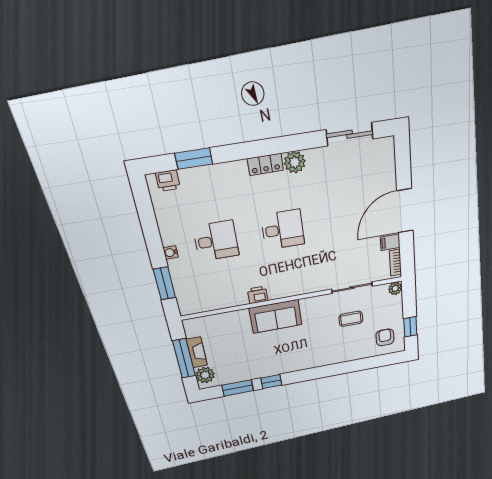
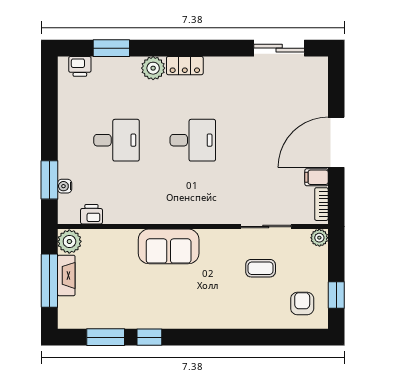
plant: (295, 162) -> (153, 68), moved
water cooler: (171, 252) -> (65, 186), moved
printer: (258, 295) -> (91, 214), moved
plant: (205, 375) -> (69, 241), moved

